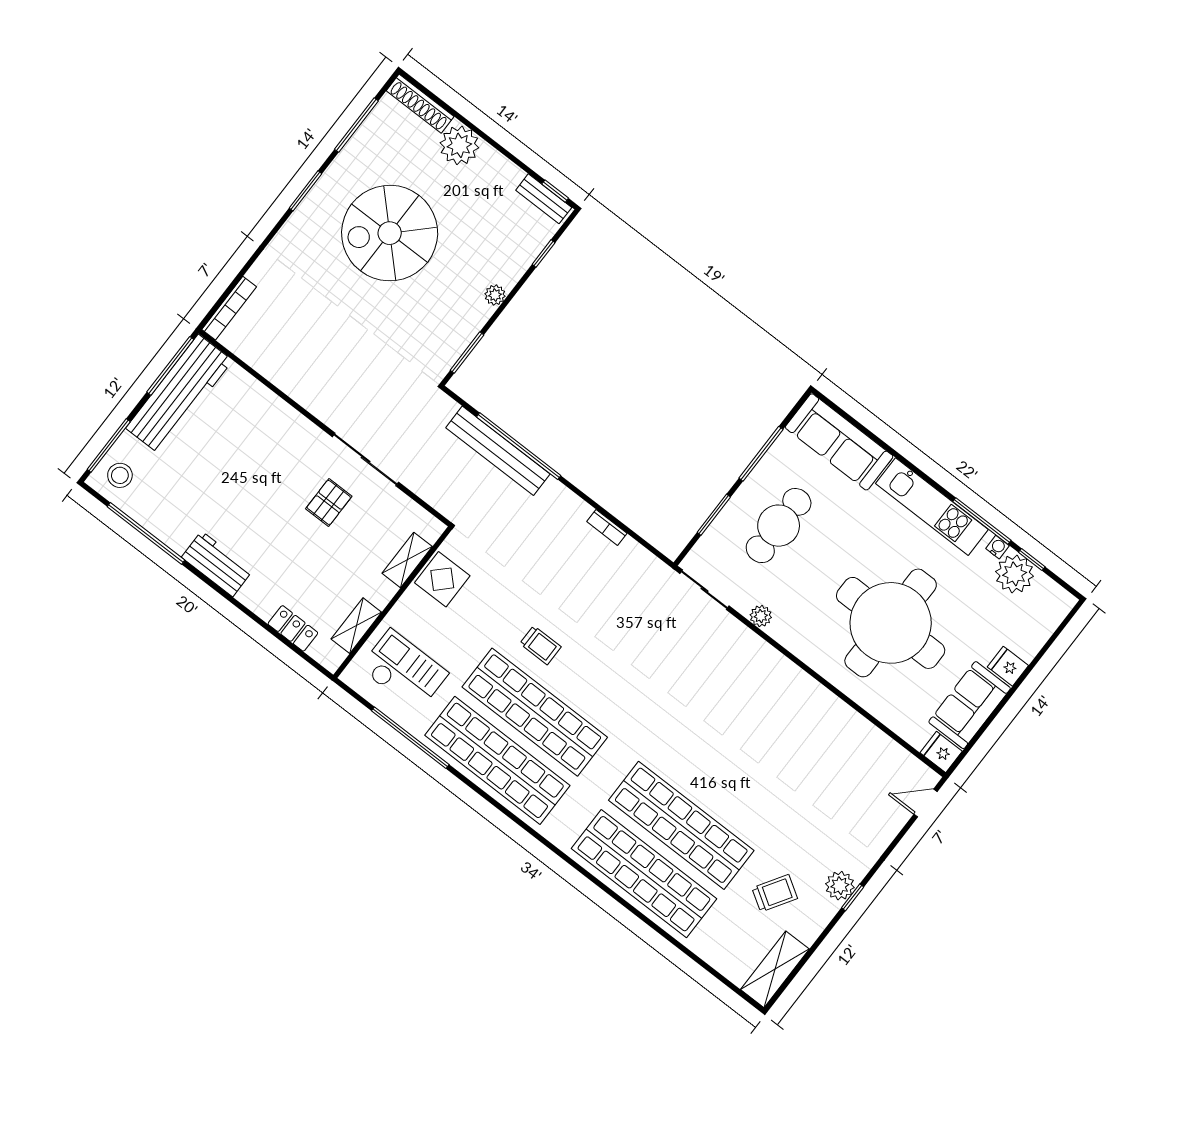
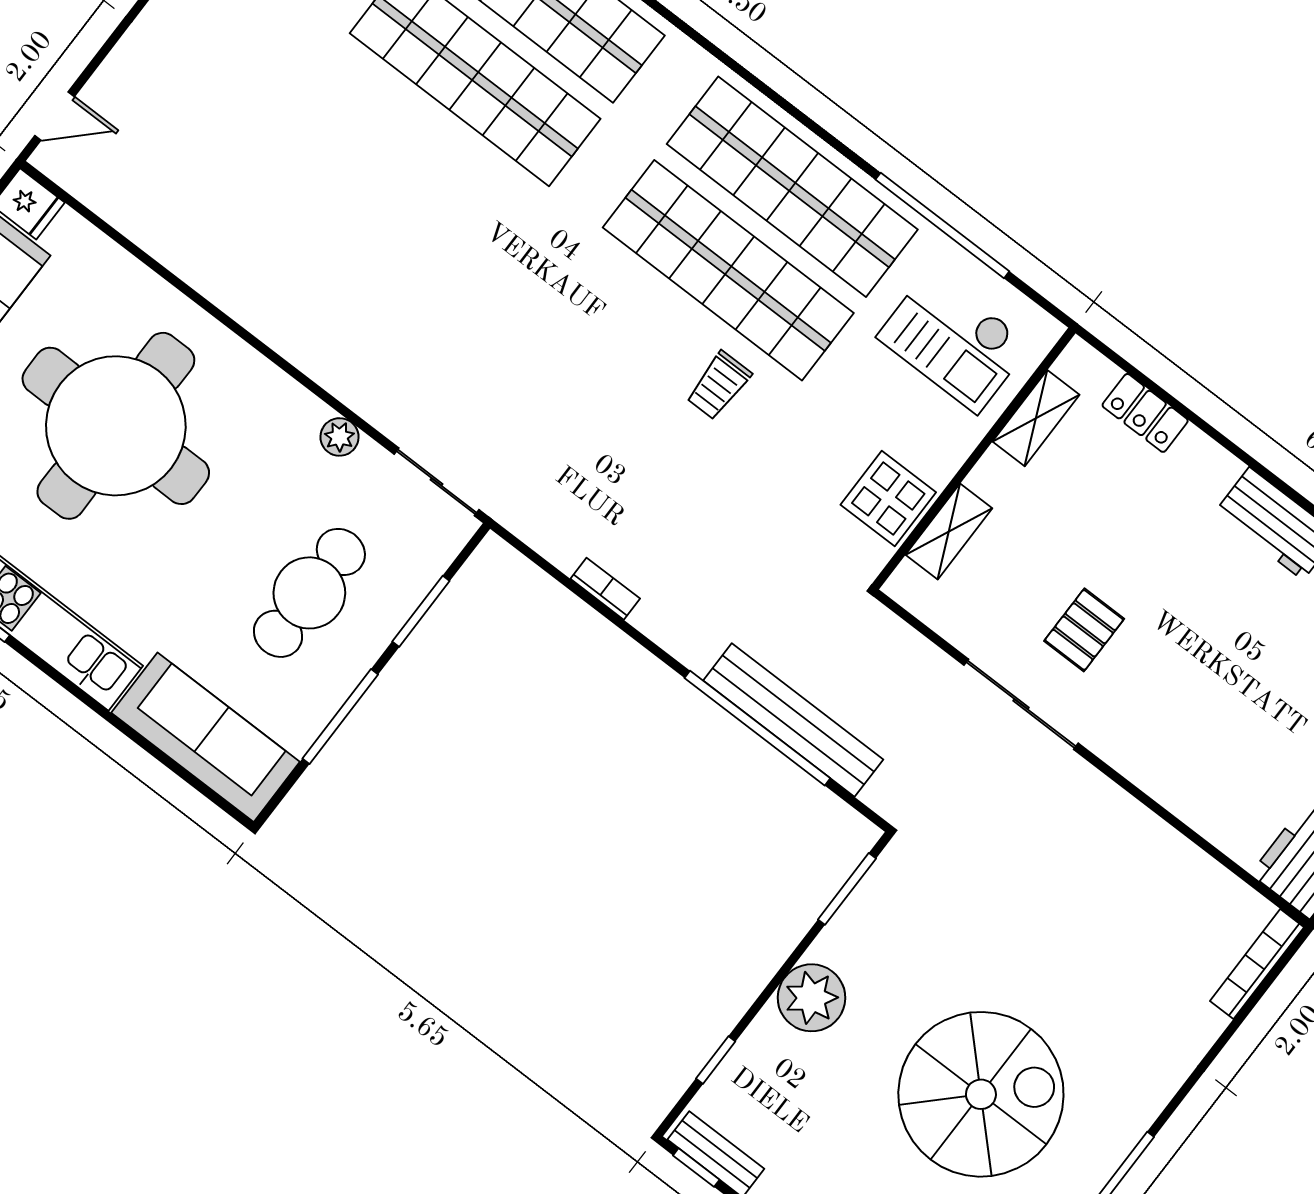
plant: (495, 295) -> (812, 998), width x1.87, depth x1.87
trolley: (540, 645) -> (719, 385), turned -90

